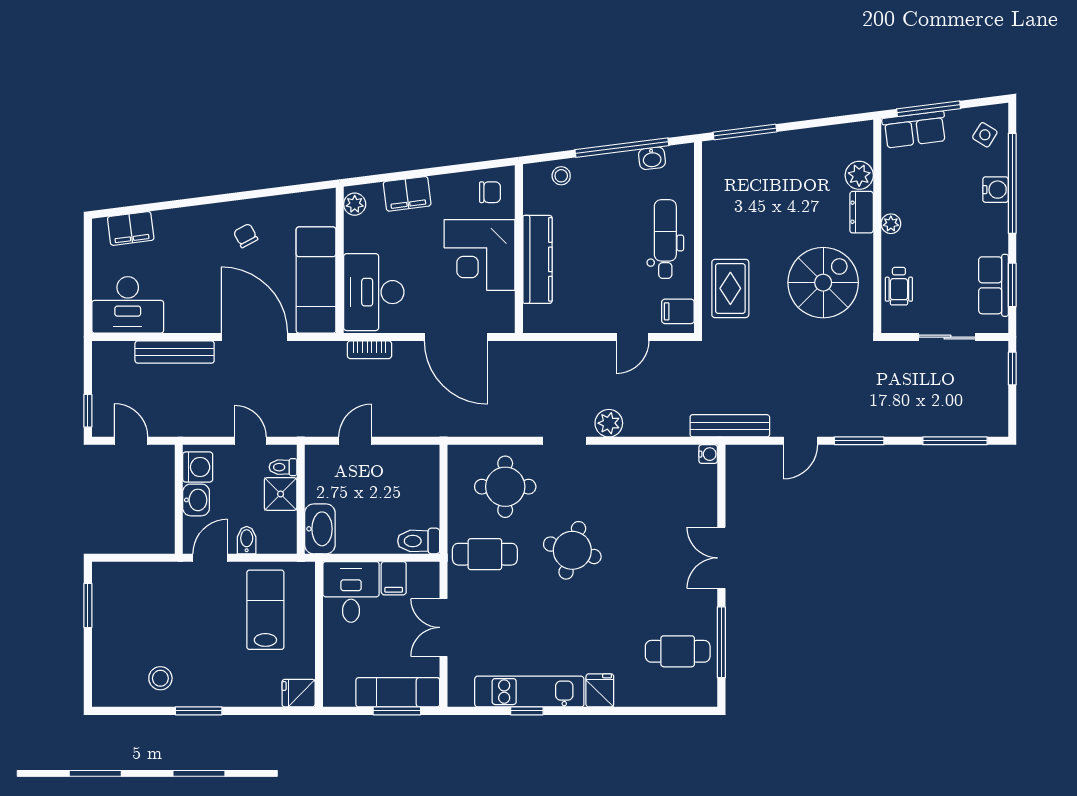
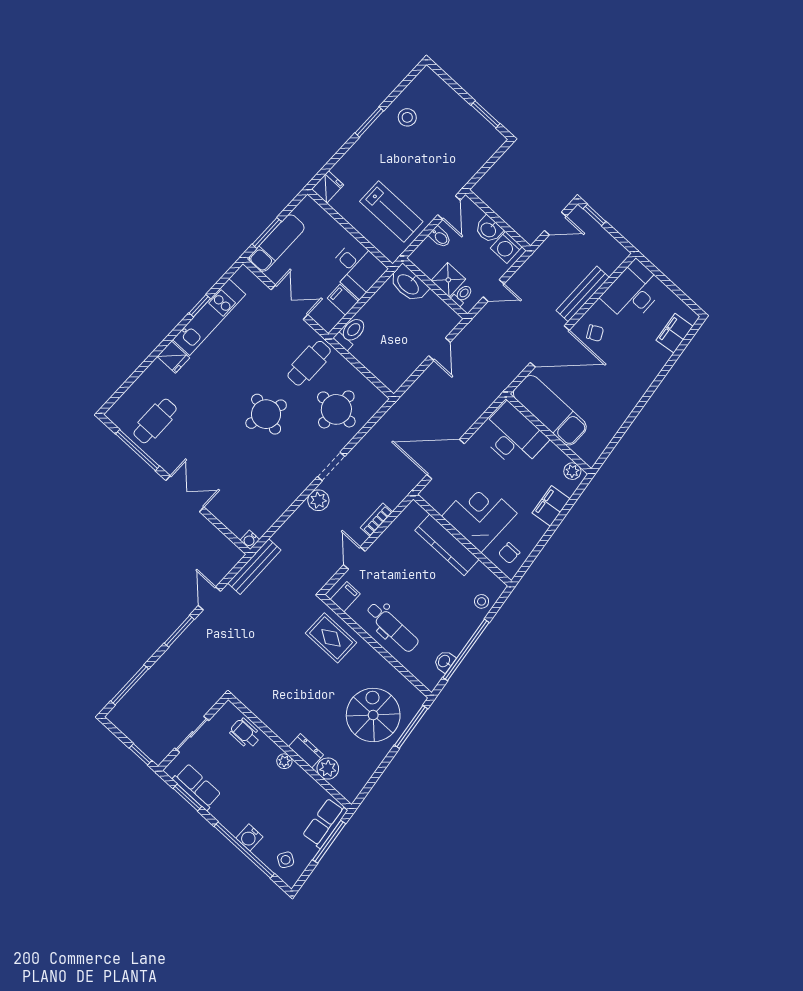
chair: (246, 236) -> (595, 333), moved
spiral stairs: (823, 283) -> (373, 715), moved, turned 180
bookcase: (369, 350) -> (376, 520), moved

